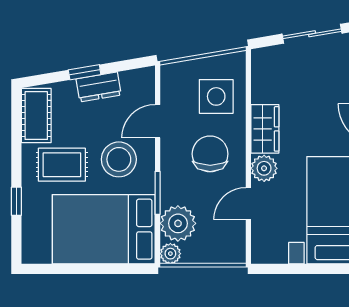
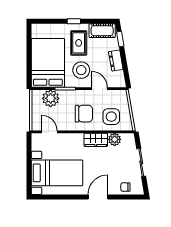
window: (85, 72) -> (120, 39), moved
plant: (264, 168) -> (115, 139), moved
window: (16, 201) -> (74, 21), moved
door: (248, 204) -> (49, 132), moved
plant: (170, 254) -> (36, 95), removed

